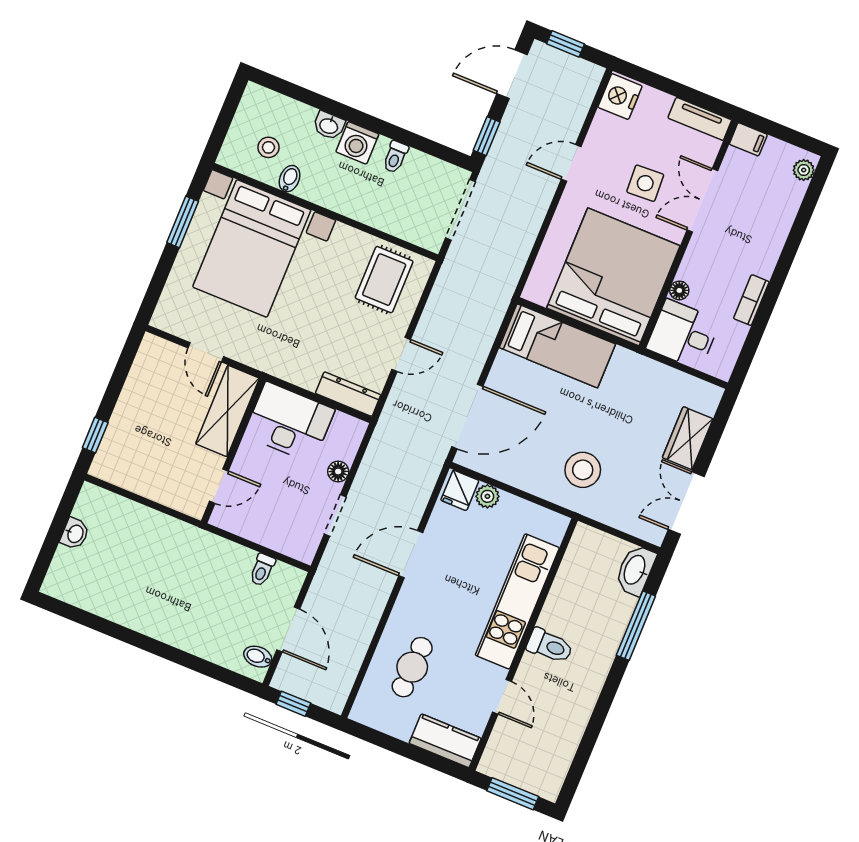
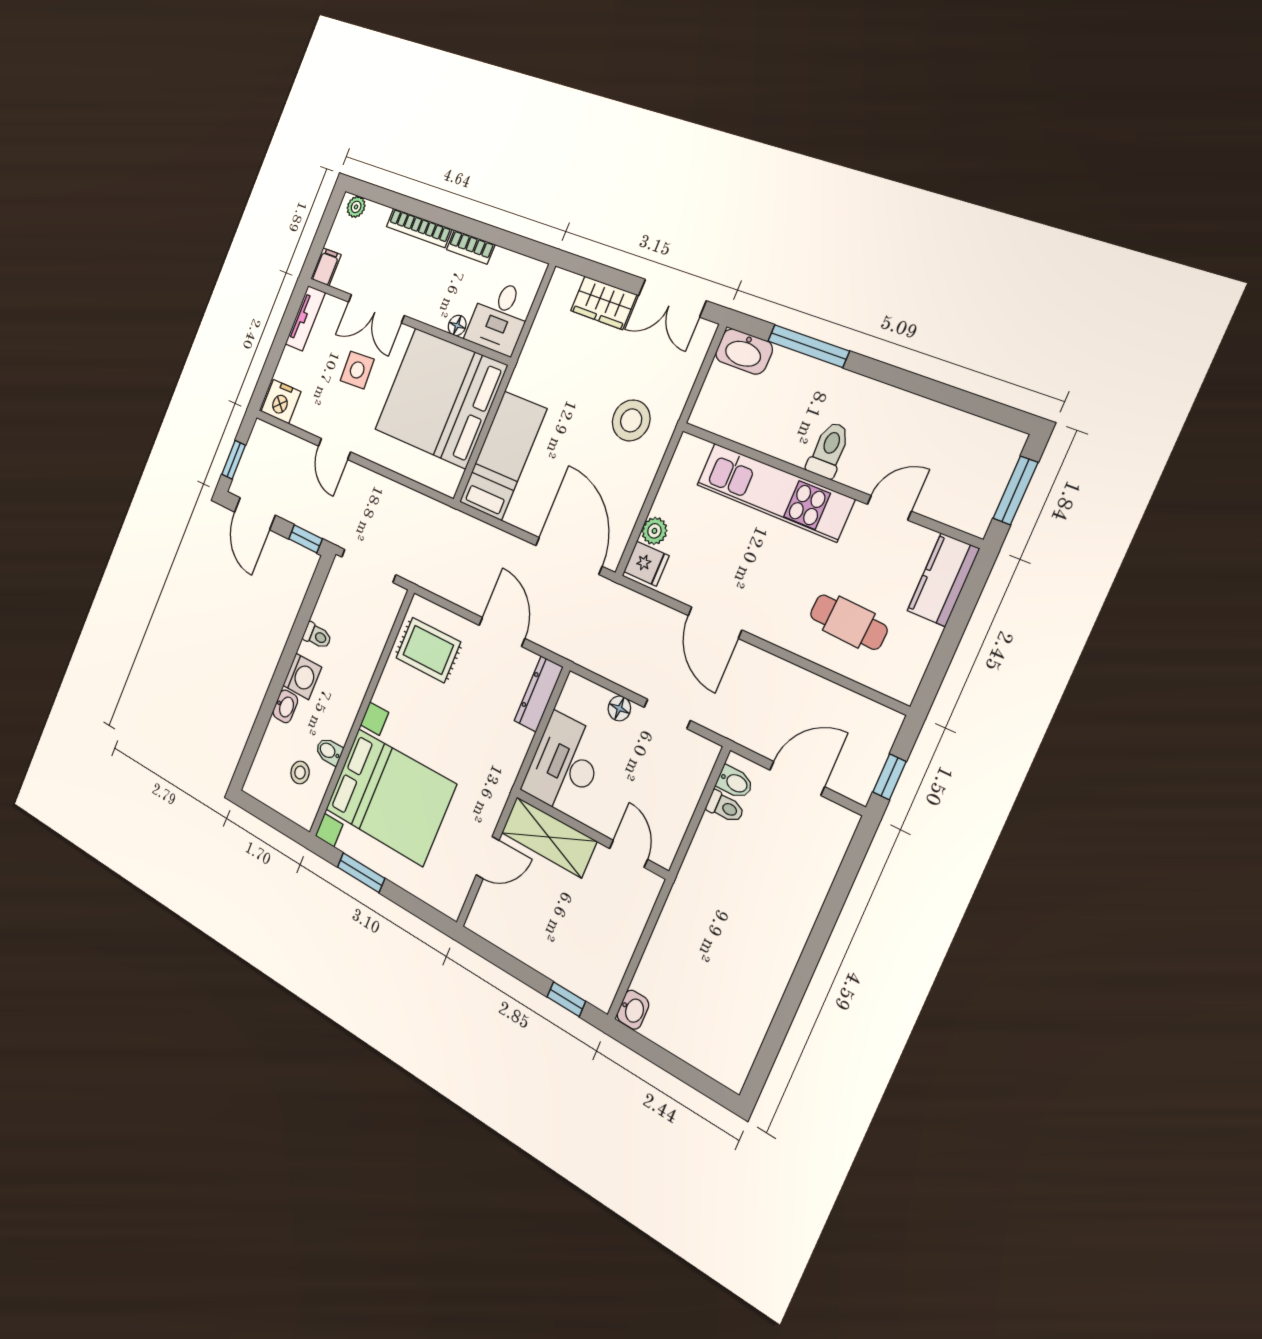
bookcase: (775, 243) -> (419, 228), added
door: (401, 354) -> (502, 632), width x1.38
washbasin: (75, 534) -> (633, 1010), moved, turned 90
bidet: (258, 657) -> (735, 782), moved, turned -90

